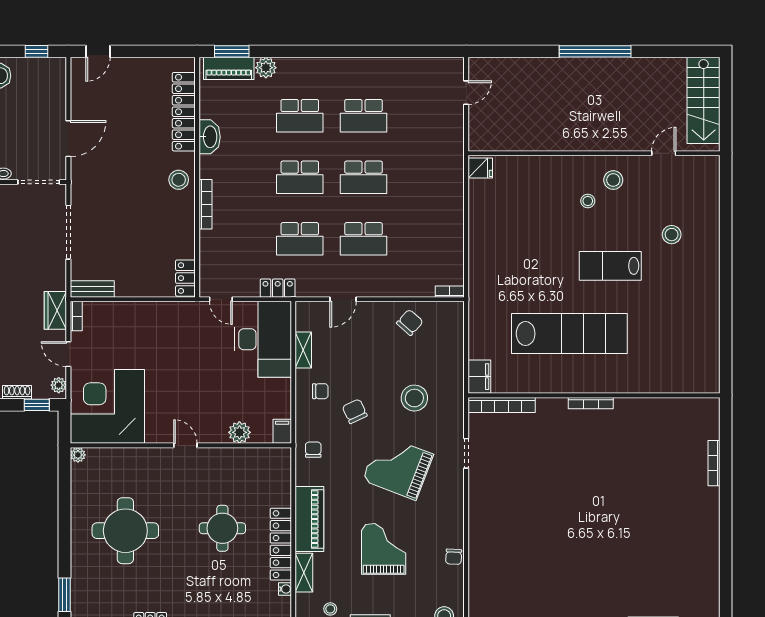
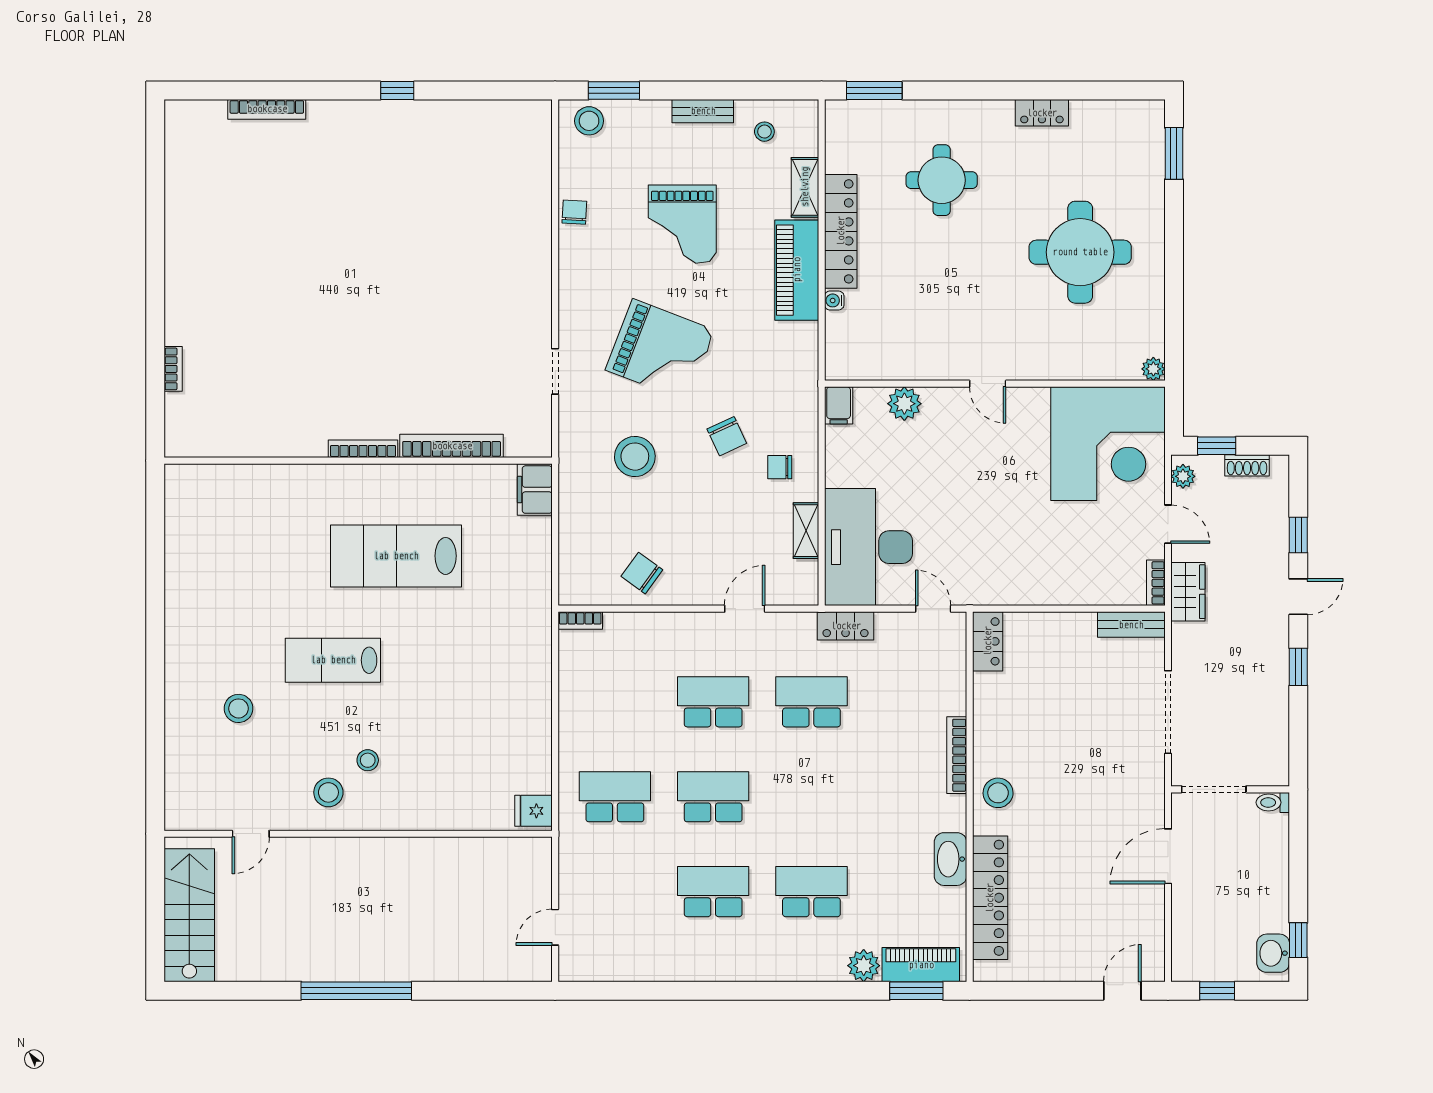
school desk: (300, 177) -> (615, 797), moved
lab bench: (610, 266) -> (333, 660), turned 180
chair: (410, 322) -> (642, 573), turned 84
lab bench: (569, 334) -> (396, 556), width x0.73
bookcase: (502, 405) -> (452, 446), moved
chair: (313, 450) -> (791, 377), removed
bookcase: (714, 463) -> (173, 369), width x0.64
round table: (222, 528) -> (942, 180), moved
water cooler: (285, 589) -> (834, 300), moved

